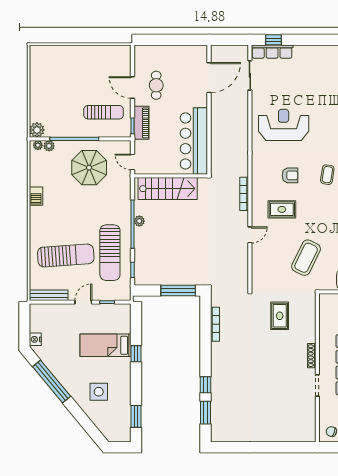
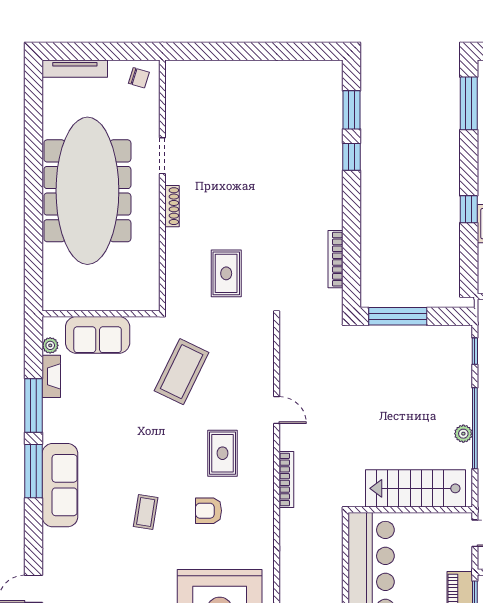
rug: (282, 209) -> (222, 453), turned 90
door: (250, 235) -> (277, 410), swing flipped
window: (136, 416) -> (469, 103), width x1.44

